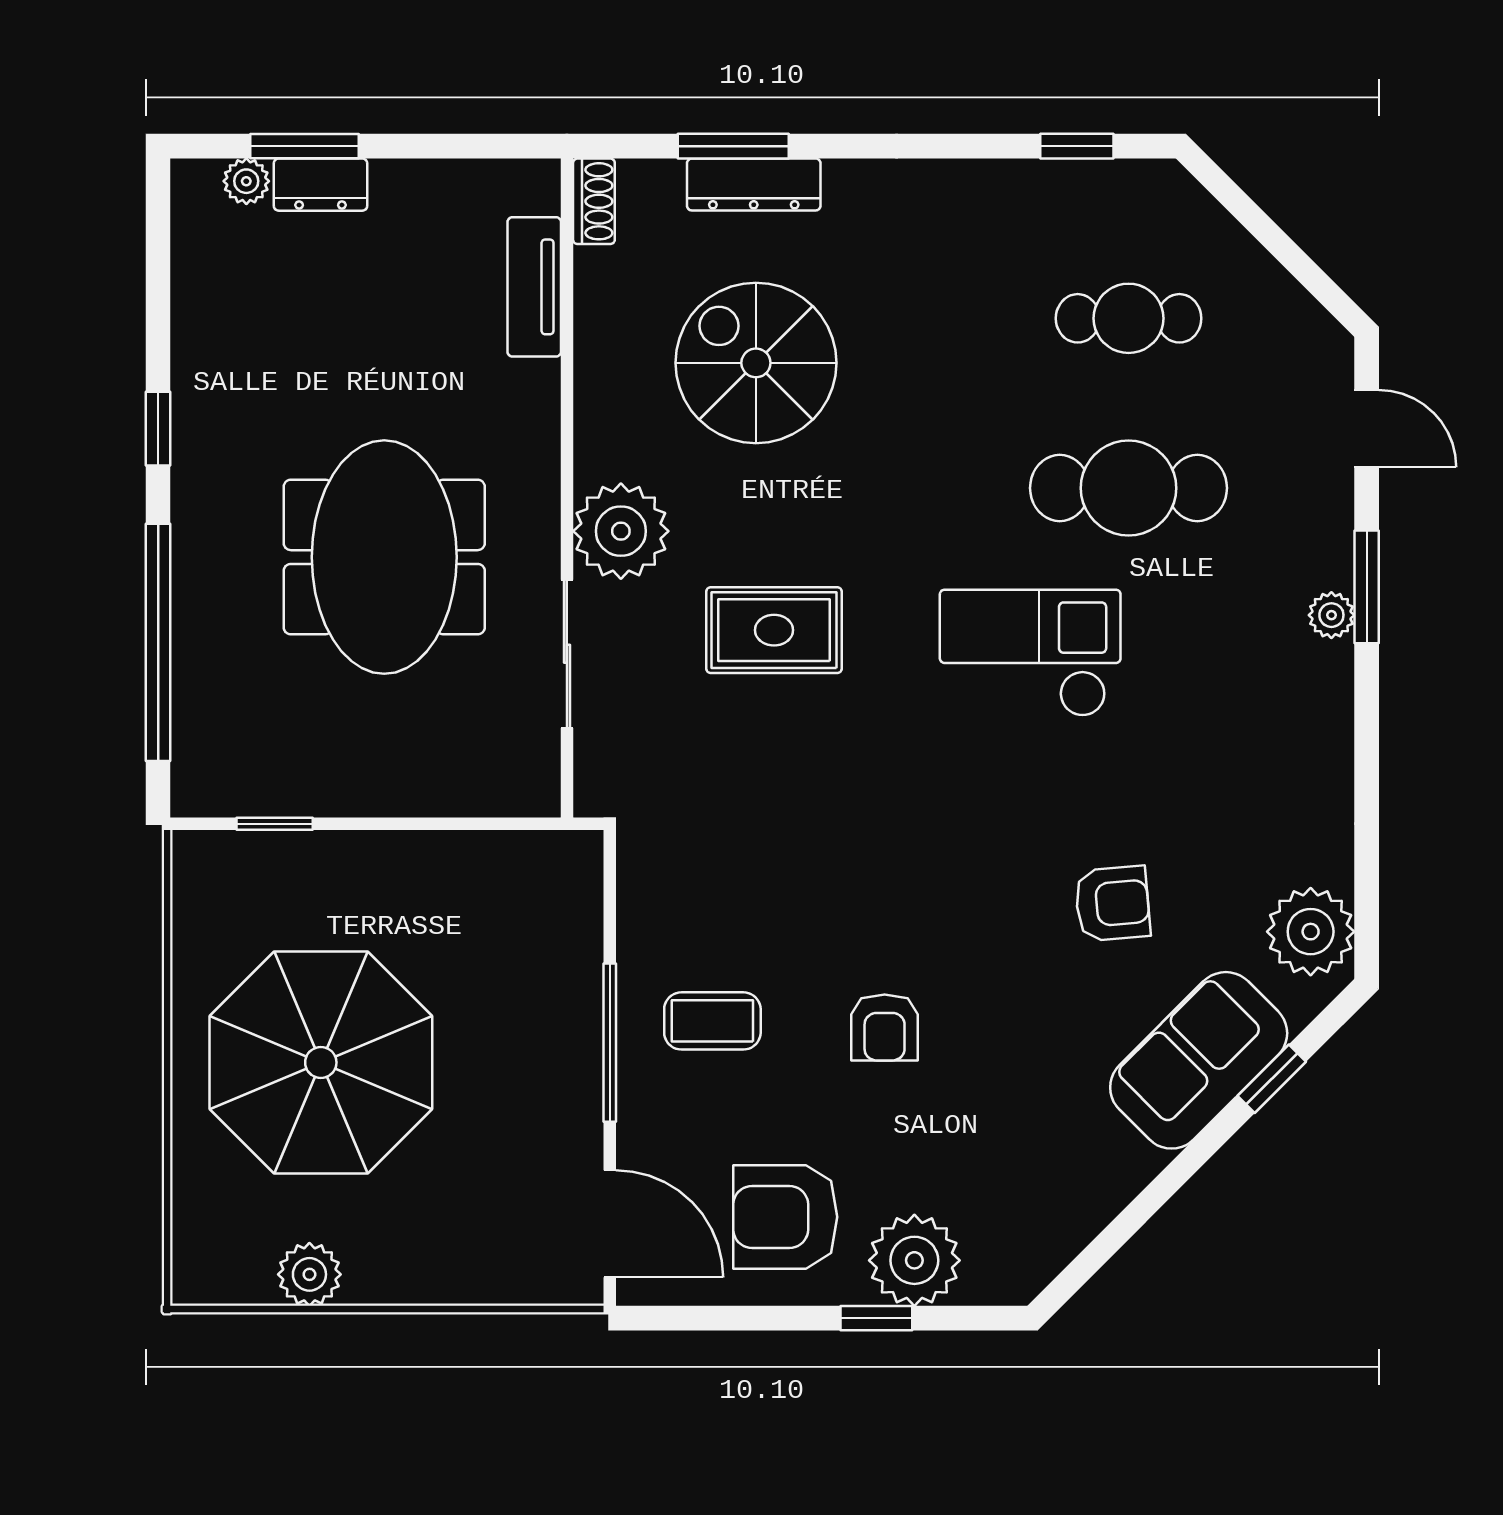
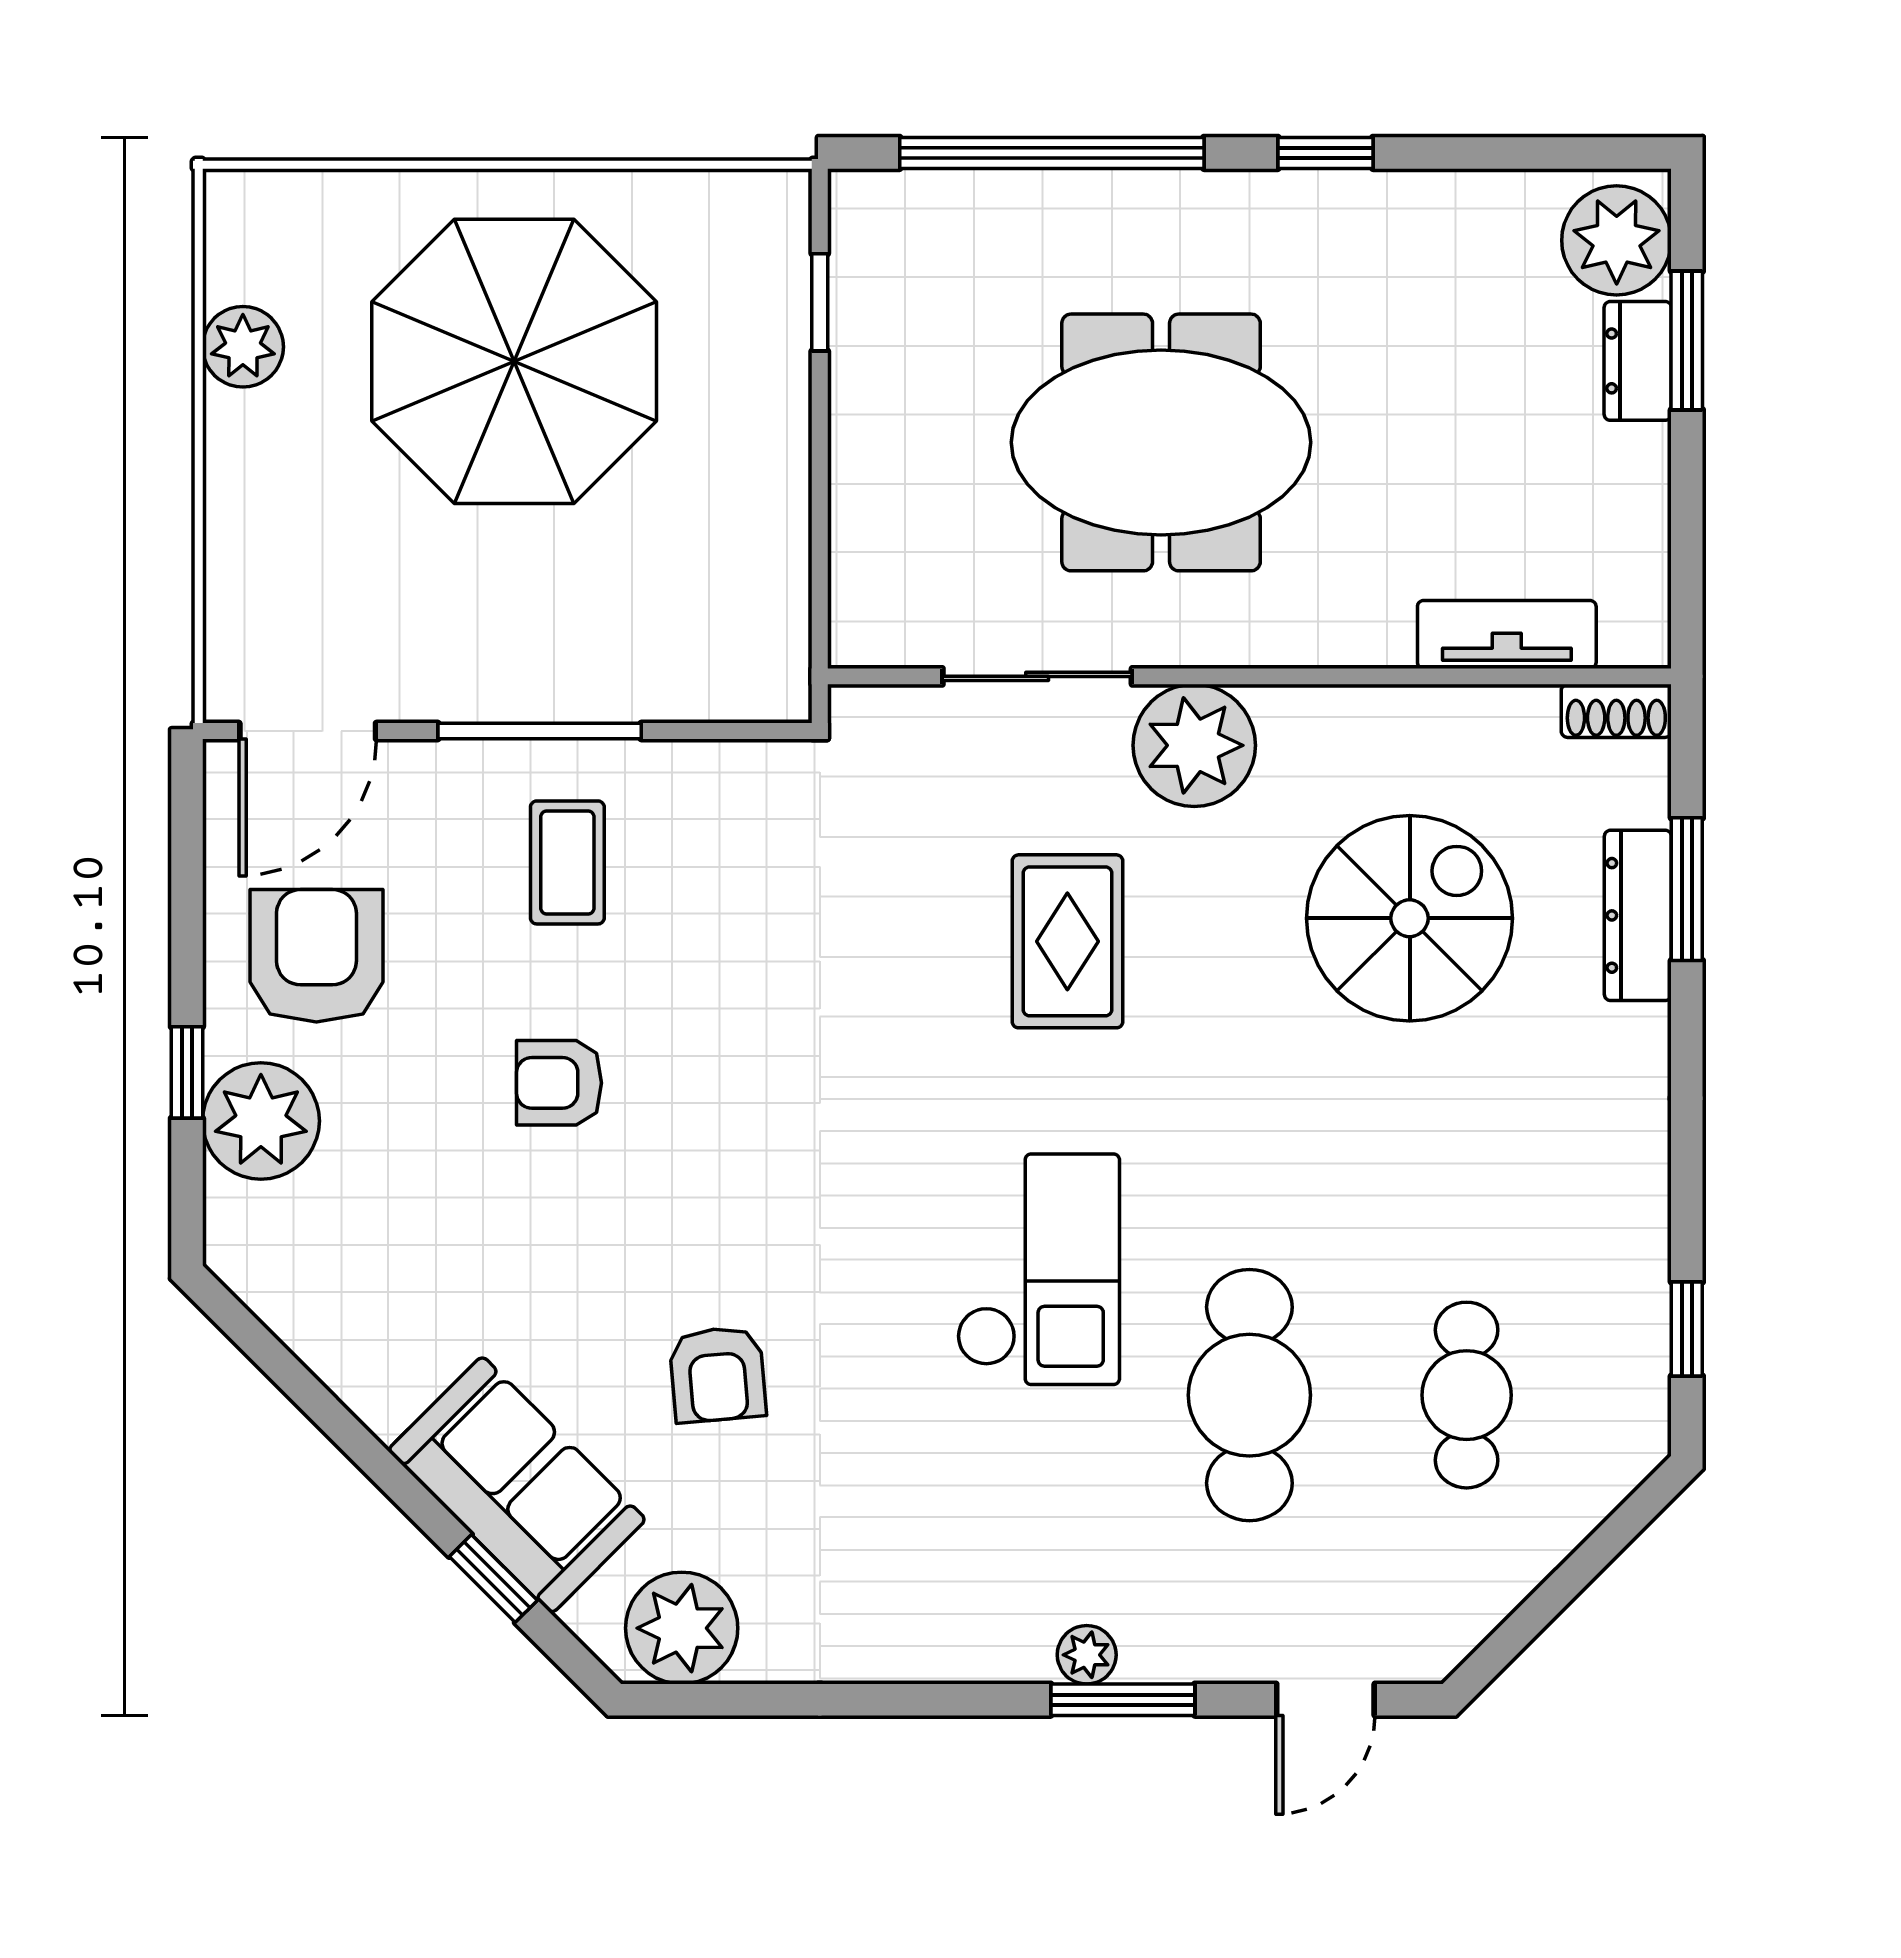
plant: (246, 181) -> (1617, 240), width x1.87, depth x1.87

